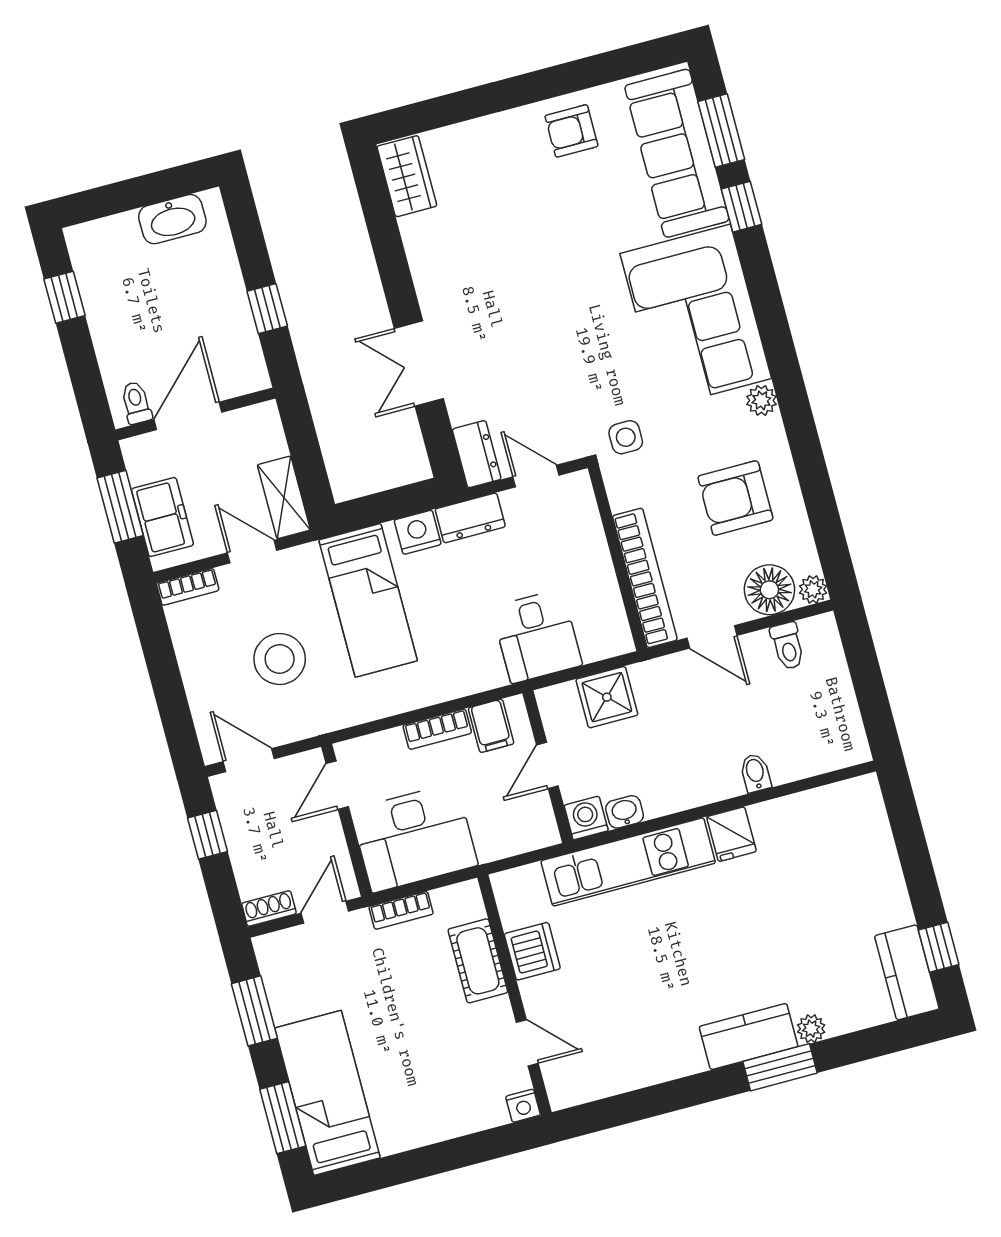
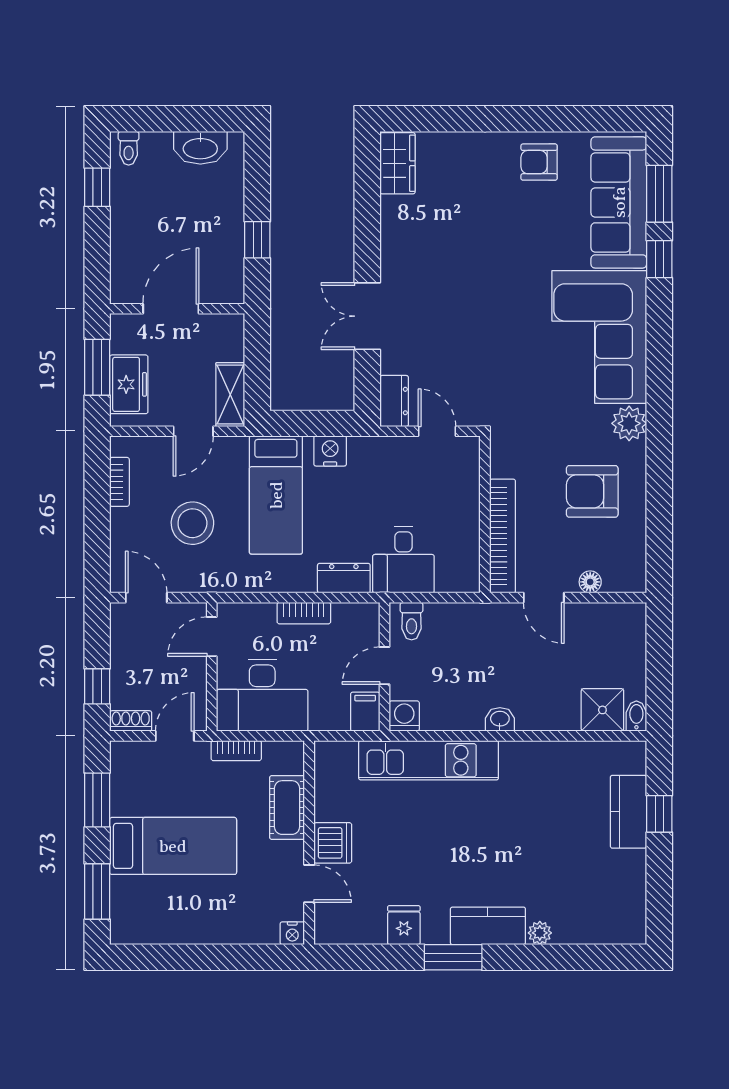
plant: (761, 400) -> (629, 423), width x1.38, depth x1.38
toilet: (136, 403) -> (129, 148), moved, turned 180
side table: (626, 437) -> (517, 419), removed
dresser: (470, 518) -> (344, 578), moved, turned 180
door: (252, 552) -> (193, 431), swing flipped
bookcase: (188, 587) -> (119, 482), moved, turned -90
plant: (813, 589) -> (635, 581), removed
floor lamp: (769, 590) -> (590, 582), width x0.53, depth x0.53
toilet: (788, 646) -> (412, 621), moved
shower: (607, 697) -> (602, 710), moved
filing cabinet: (491, 726) -> (365, 712), moved, turned 180
bidet: (755, 773) -> (636, 716), moved
washbasin: (625, 812) -> (500, 719), moved
fridge: (731, 834) -> (404, 925), moved, turned 180
window: (207, 835) -> (97, 686), moved
window: (939, 947) -> (659, 814), moved
dishwasher: (532, 951) -> (333, 843), moved
kitchen counter: (907, 972) -> (628, 812), moved
window: (780, 1067) -> (453, 957), moved
bed: (327, 1093) -> (173, 846), moved, turned 90

